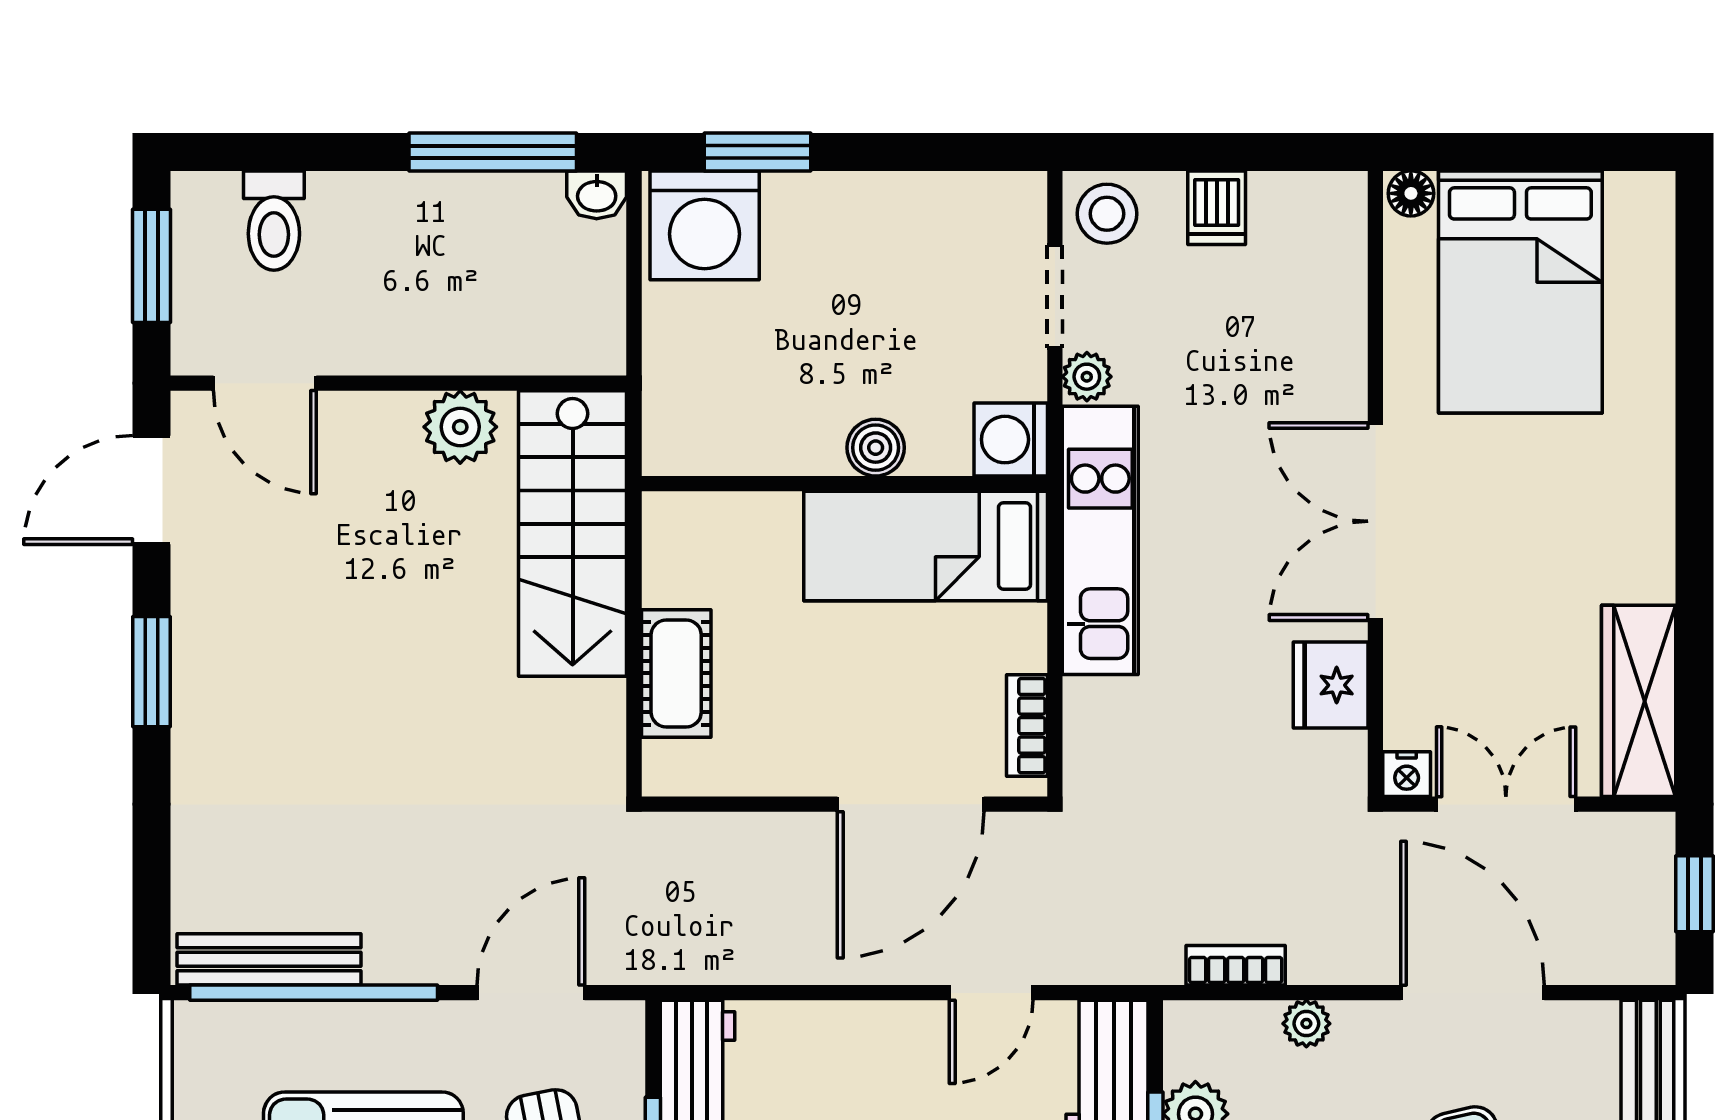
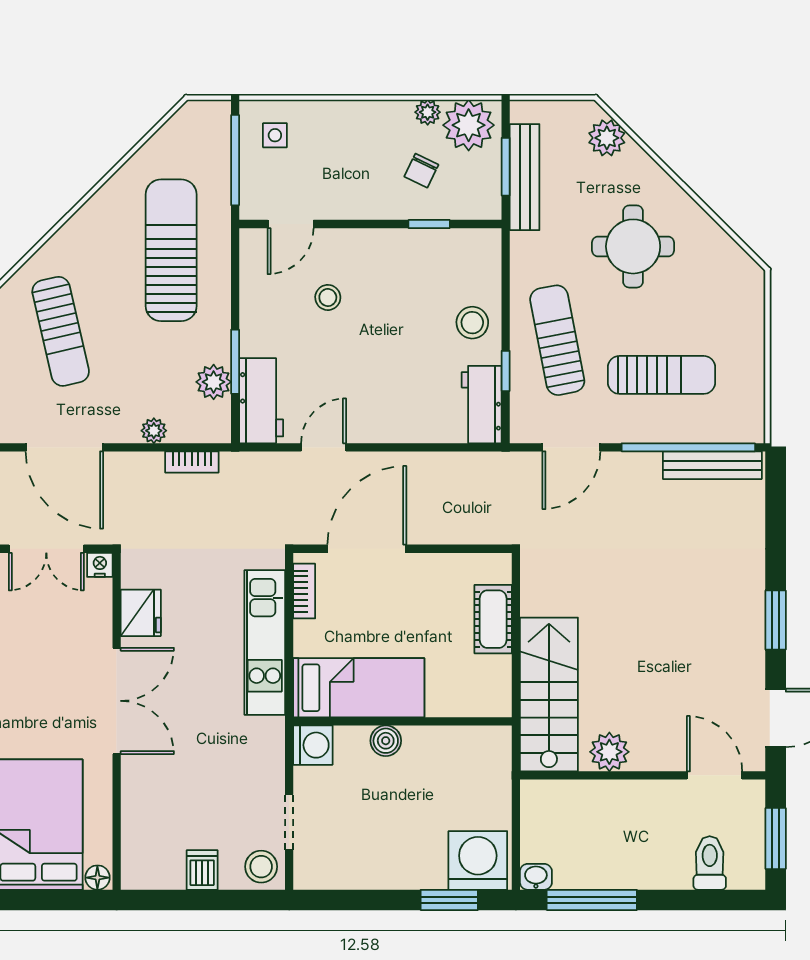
plant: (1087, 377) -> (272, 779), removed
kitchen unit: (1100, 540) -> (265, 642), moved

